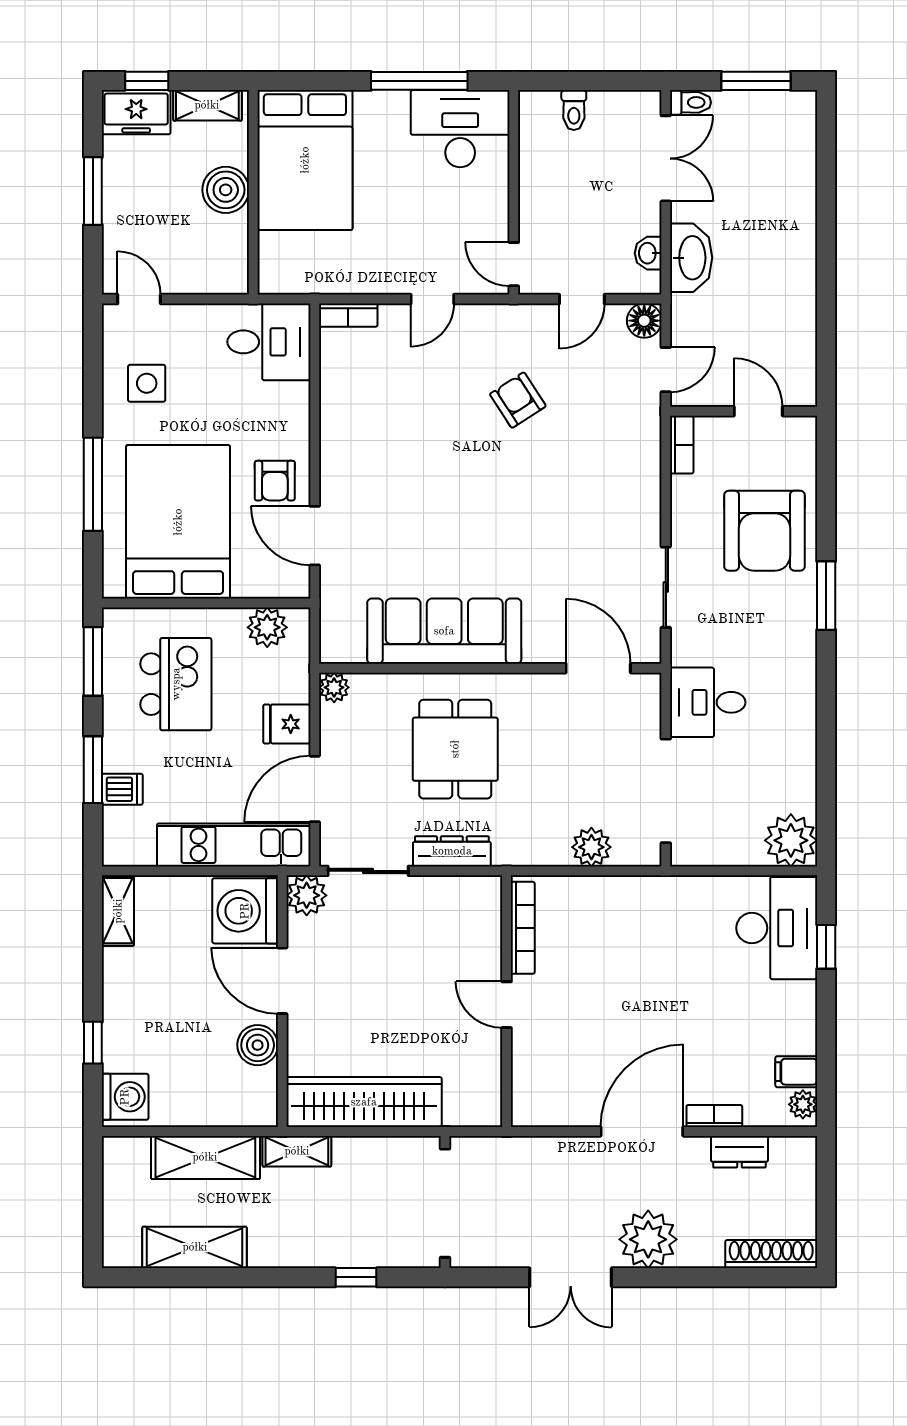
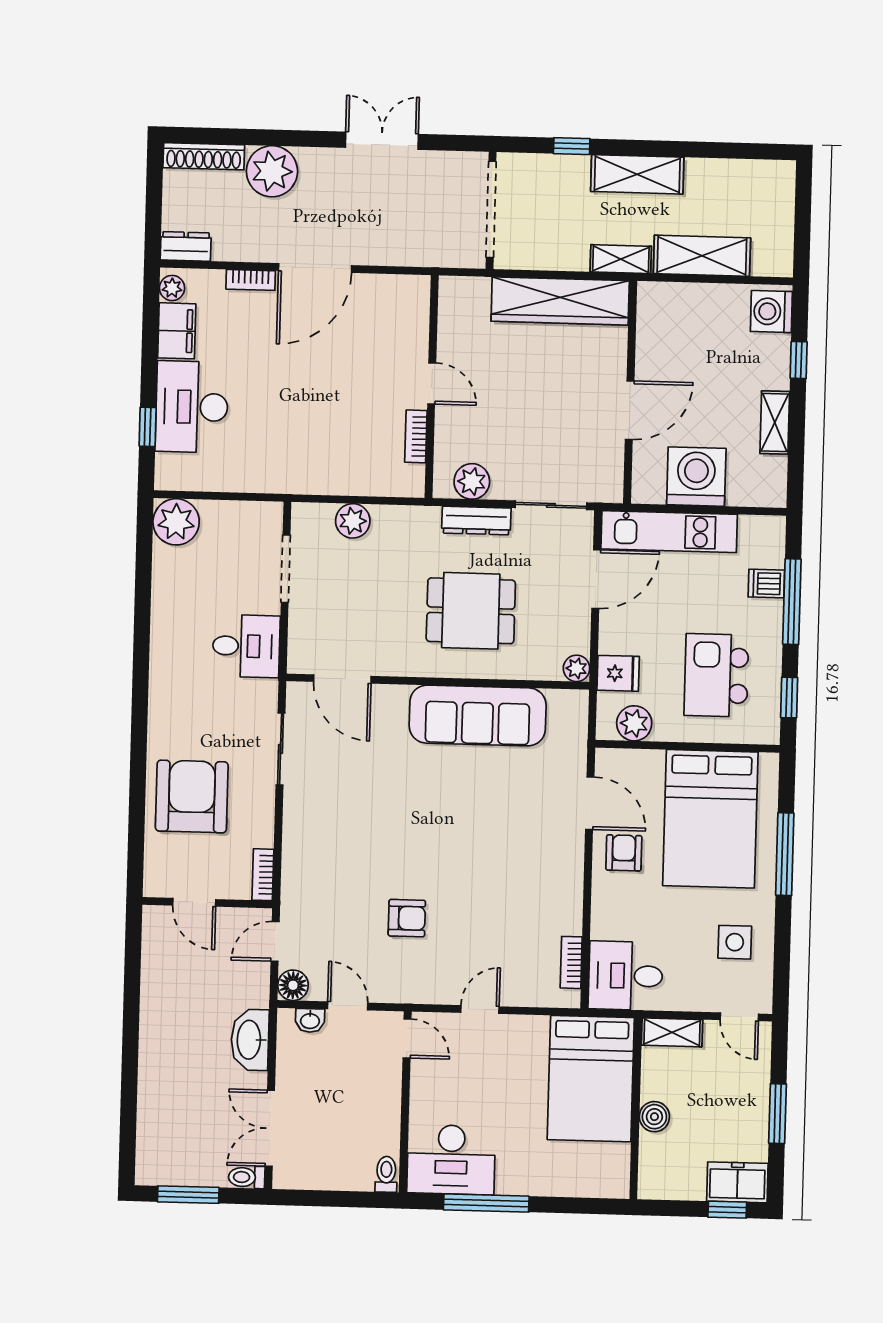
shelving: (207, 105) -> (672, 1032), moved
toilet: (574, 110) -> (386, 1174), moved
bed: (305, 160) -> (591, 1079), moved, turned 180
boiler: (226, 190) -> (654, 1117), width x0.73, depth x0.73
washbasin: (648, 253) -> (310, 1020), moved, turned 90
door: (582, 299) -> (348, 1006), hinge flipped
bookcase: (348, 315) -> (571, 962), moved, turned -90
armchair: (518, 400) -> (407, 918), turned -57
window: (826, 596) -> (139, 738), removed
window: (93, 661) -> (789, 698), width x0.67
fridge: (287, 724) -> (618, 673), moved
dining table: (455, 749) -> (471, 611), turned 90
window: (93, 770) -> (792, 602), width x1.44
doorway: (666, 791) -> (286, 569), width x0.73
plant: (307, 895) -> (472, 481), moved
shelving: (118, 911) -> (775, 422), moved
washing machine: (245, 911) -> (696, 477), moved, turned -90
bookcase: (523, 928) -> (416, 436), width x0.64
desk: (777, 928) -> (192, 407), moved
door: (282, 981) -> (630, 410), hinge flipped
boiler: (258, 1045) -> (653, 354), removed
filing cabinet: (796, 1072) -> (177, 331), width x2.00
dresser: (739, 1152) -> (186, 246), moved
plant: (648, 1239) -> (272, 171), moved
shelving: (195, 1247) -> (637, 174), moved

